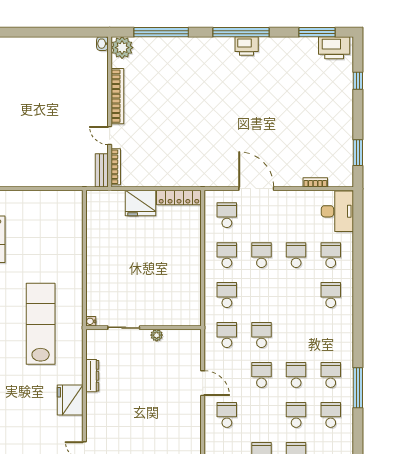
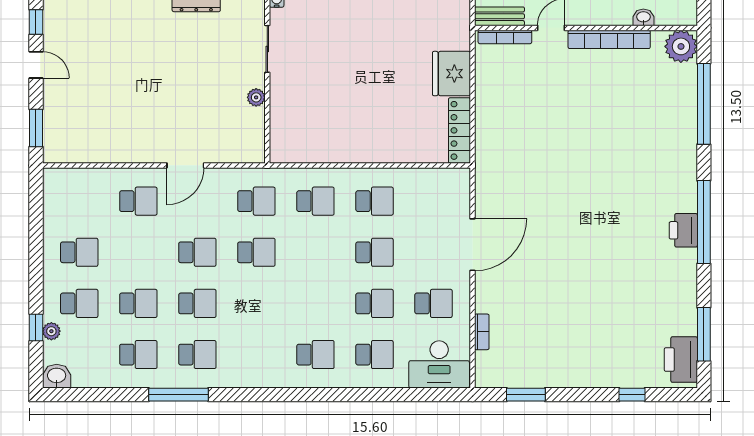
washbasin: (102, 44) -> (643, 17), moved
school desk: (227, 215) -> (434, 303), moved

